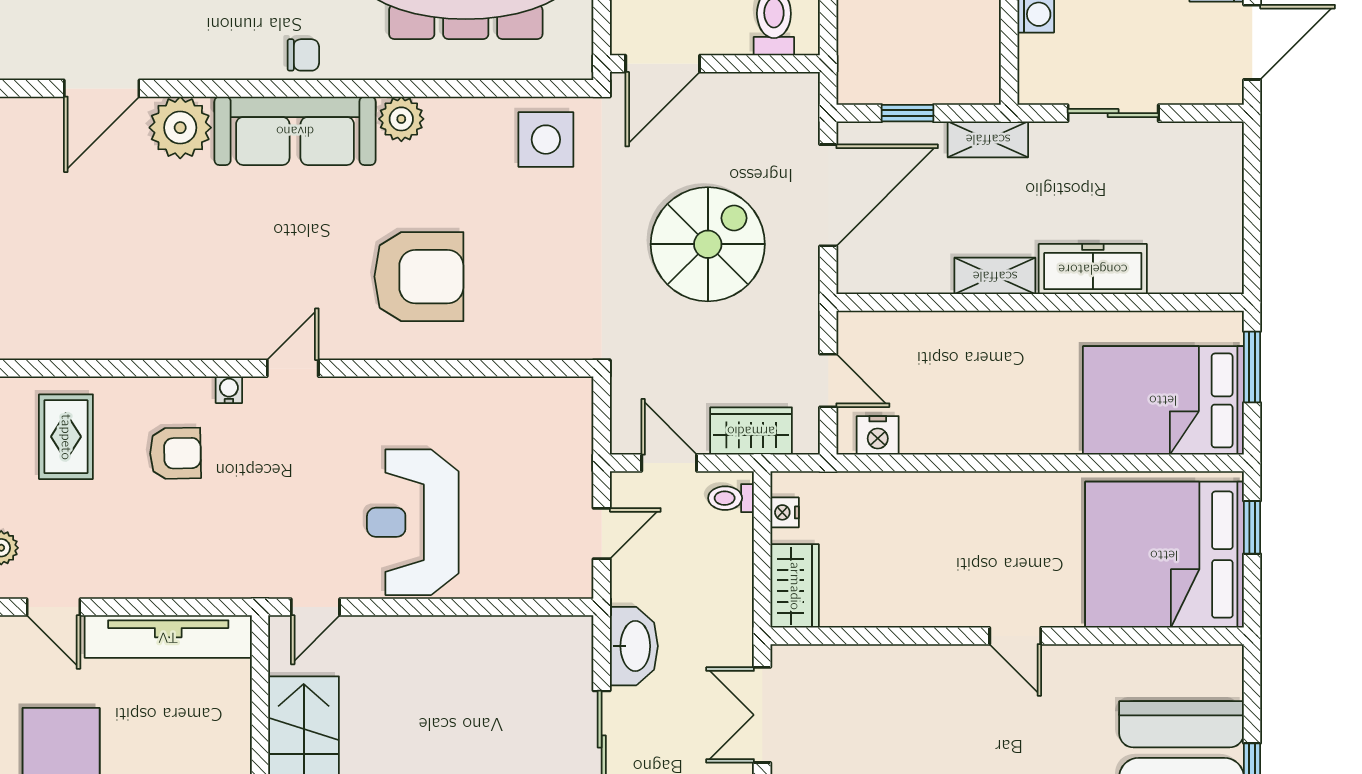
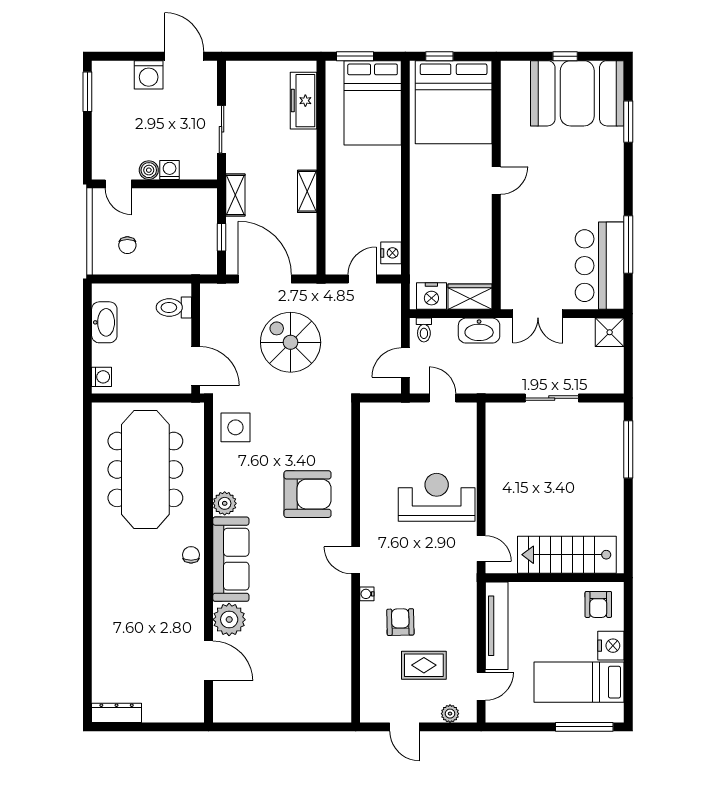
freezer: (1093, 269) -> (304, 101), moved
armchair: (419, 277) -> (307, 494), turned 90
wardrobe: (751, 431) -> (389, 320), removed
rug: (66, 437) -> (424, 665), moved
nightstand: (785, 512) -> (431, 296), width x1.89, depth x1.79
reception desk: (413, 522) -> (437, 497), turned 180
washbasin: (634, 646) -> (479, 331), moved, turned 180

